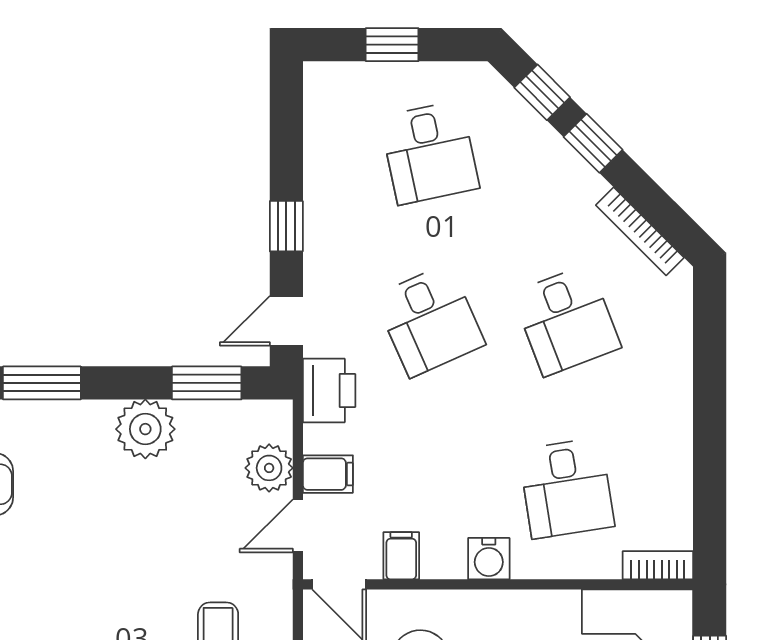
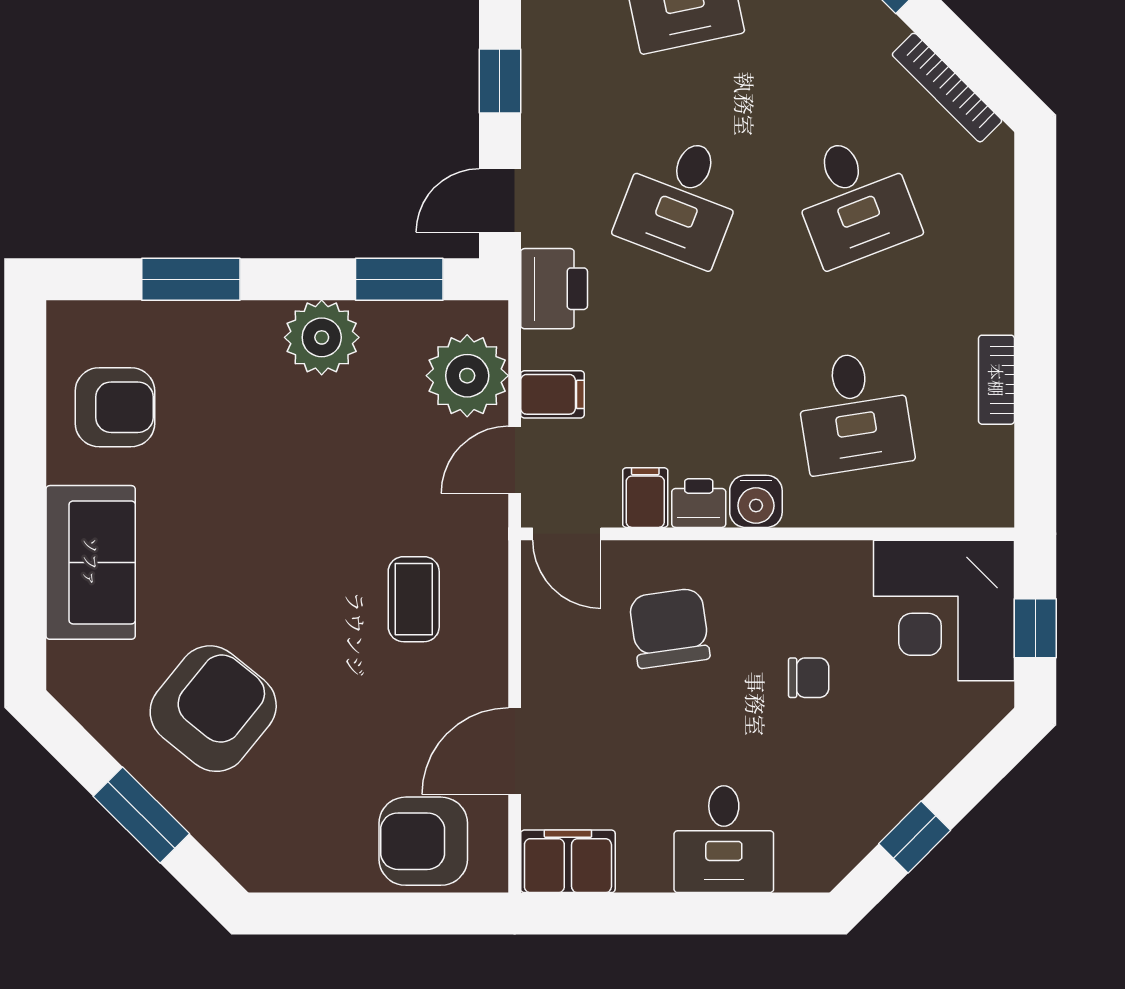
desk: (430, 320) -> (681, 200), turned 45
plant: (269, 468) -> (467, 376), width x1.36, depth x1.36
printer: (444, 560) -> (699, 503), added
bookcase: (658, 565) -> (996, 380), moved, turned -90

